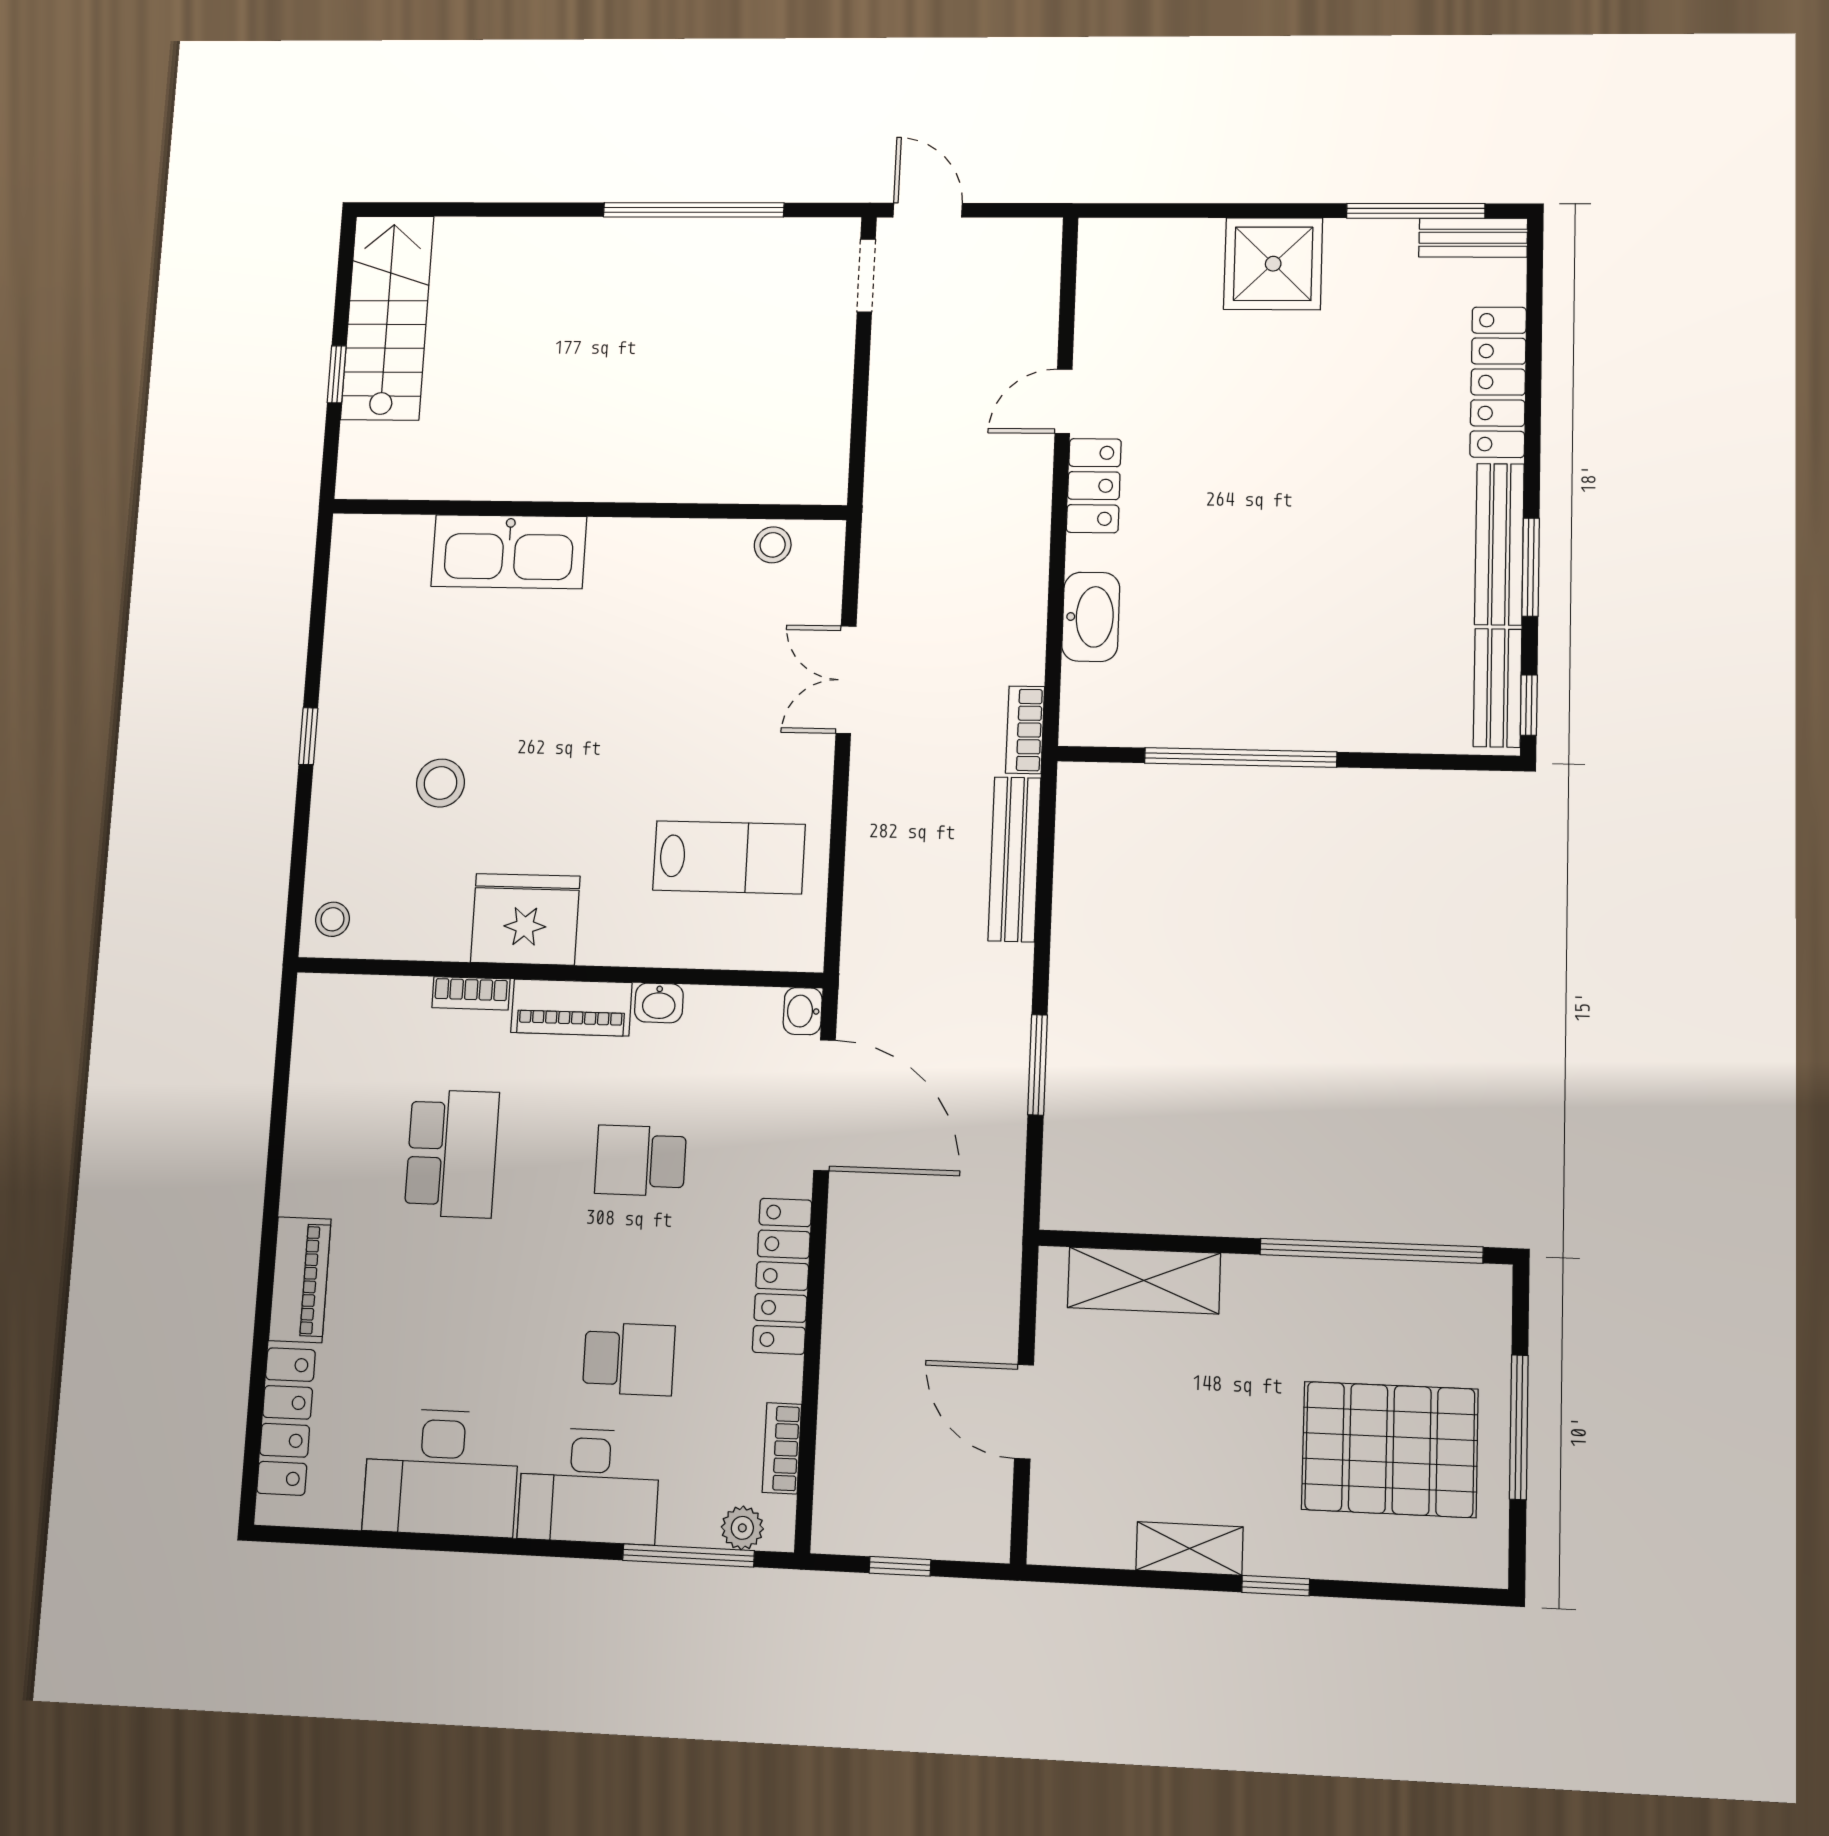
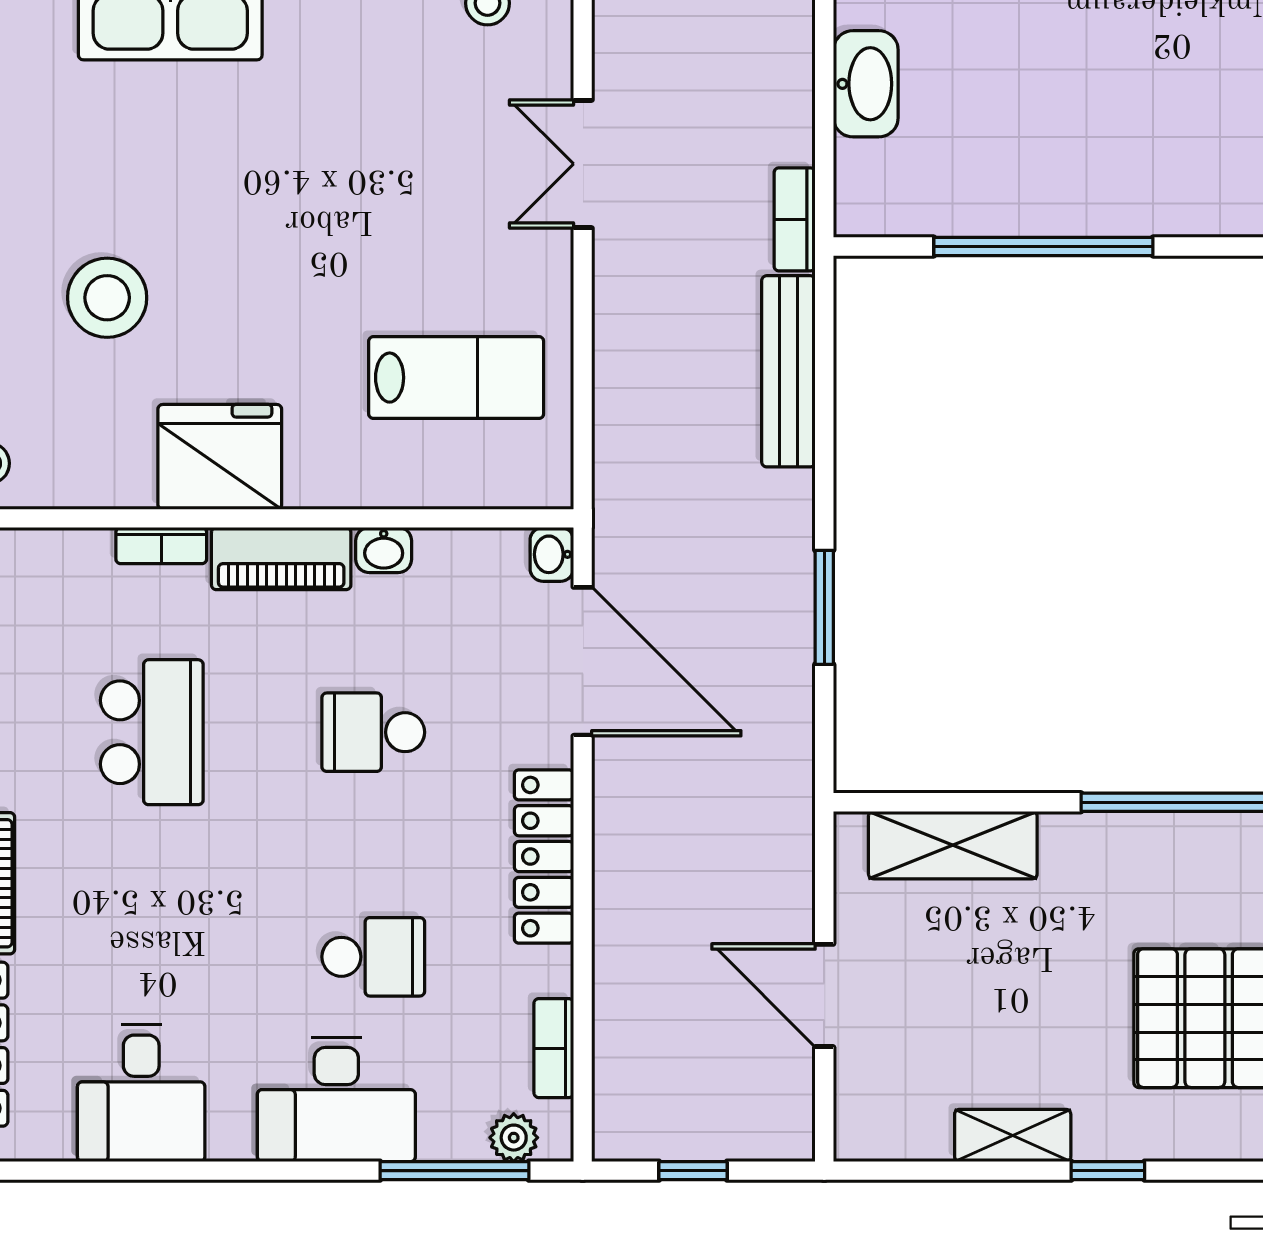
stool: (440, 783) -> (107, 298), width x1.38, depth x1.38
desk: (441, 1472) -> (141, 1093), width x0.73

